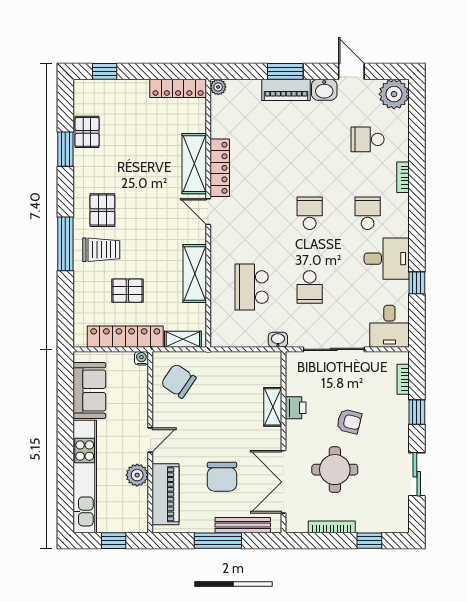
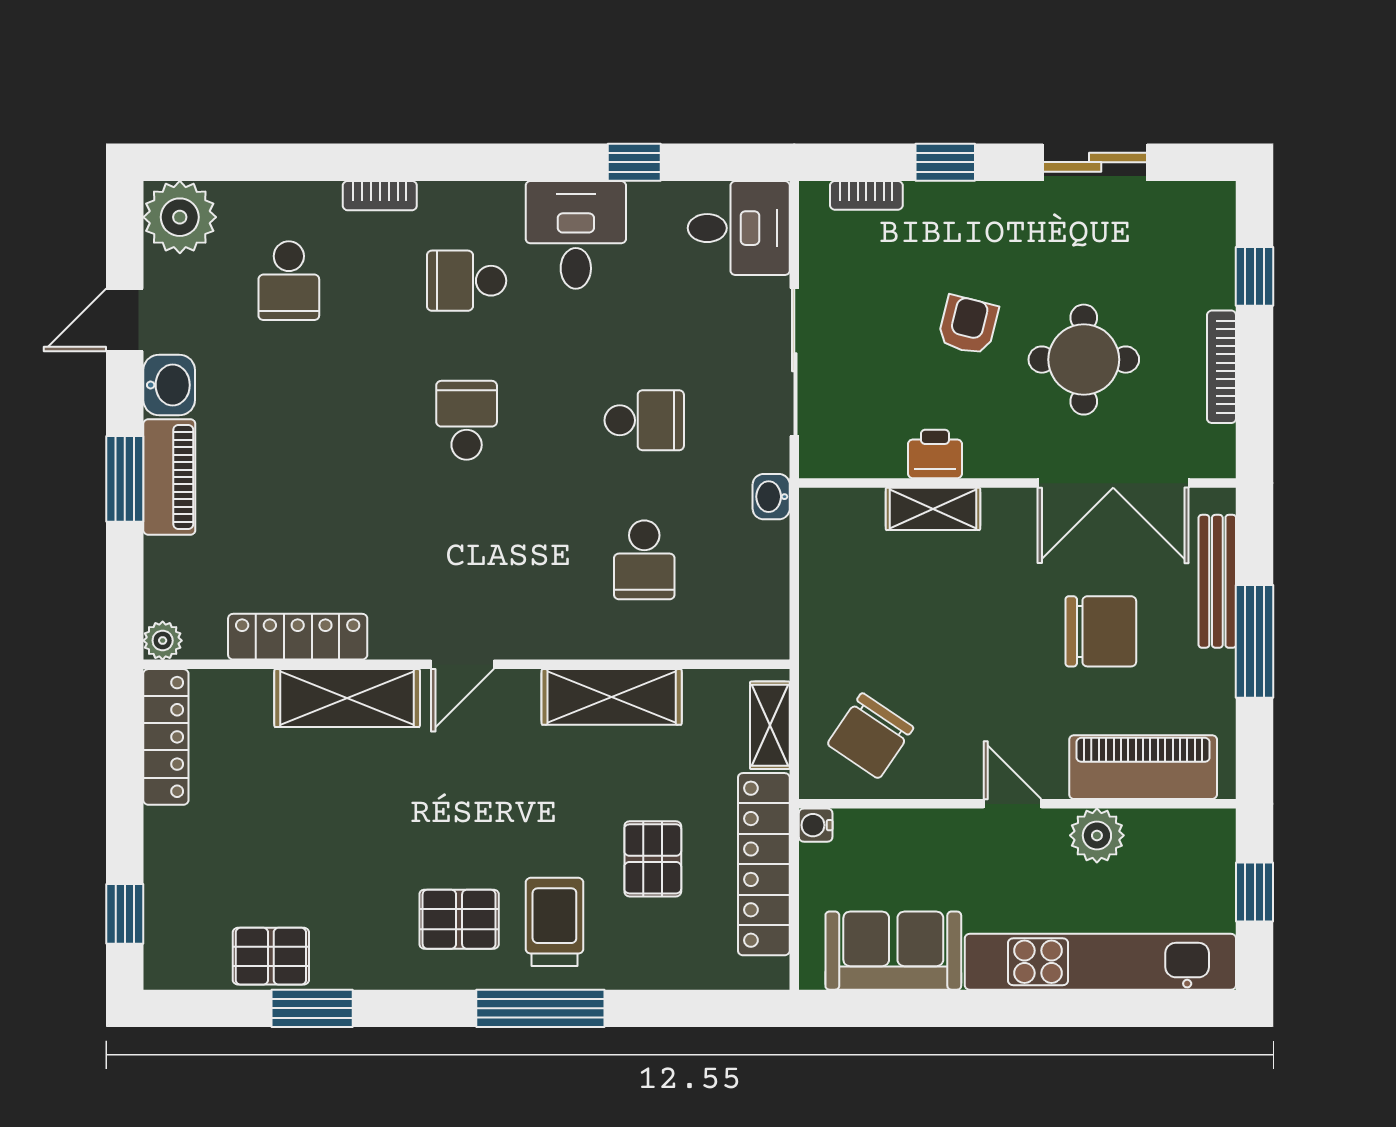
locker: (220, 168) -> (298, 637), moved
school desk: (310, 213) -> (467, 420), turned 90
school desk: (252, 287) -> (644, 560), width x0.54

